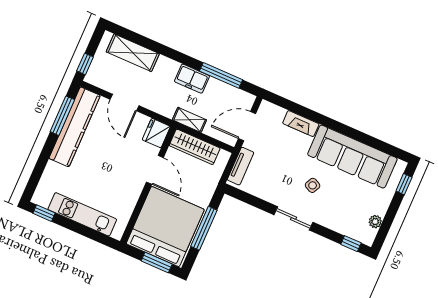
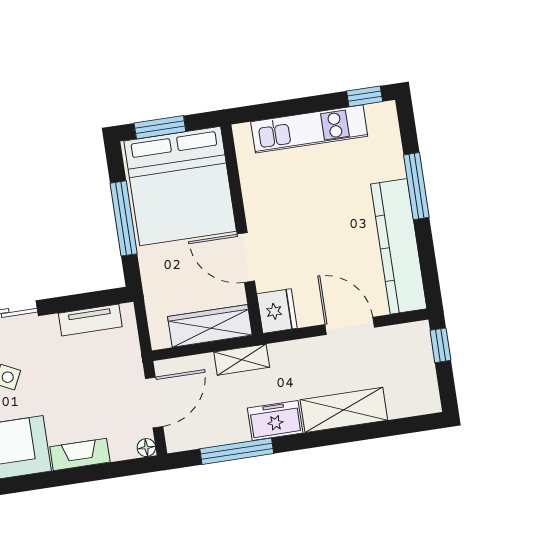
shelving: (133, 53) -> (344, 410), moved
floor lamp: (265, 106) -> (146, 448), added
window: (62, 116) -> (416, 186), moved
tv unit: (241, 166) -> (90, 320), moved, turned -90

